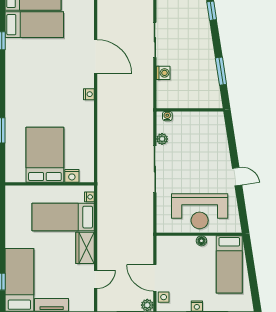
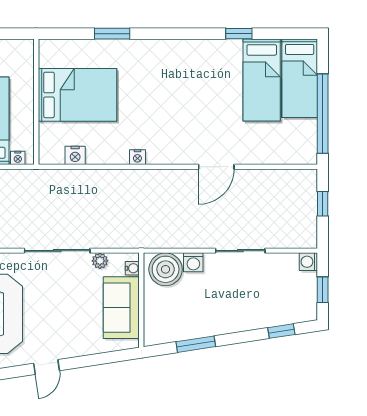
door: (96, 57) -> (216, 167), width x0.73
boiler: (168, 93) -> (166, 269), added
nightstand: (89, 94) -> (137, 157), moved
sofa: (195, 124) -> (121, 308), added
nightstand: (72, 176) -> (75, 155), moved, turned -90

